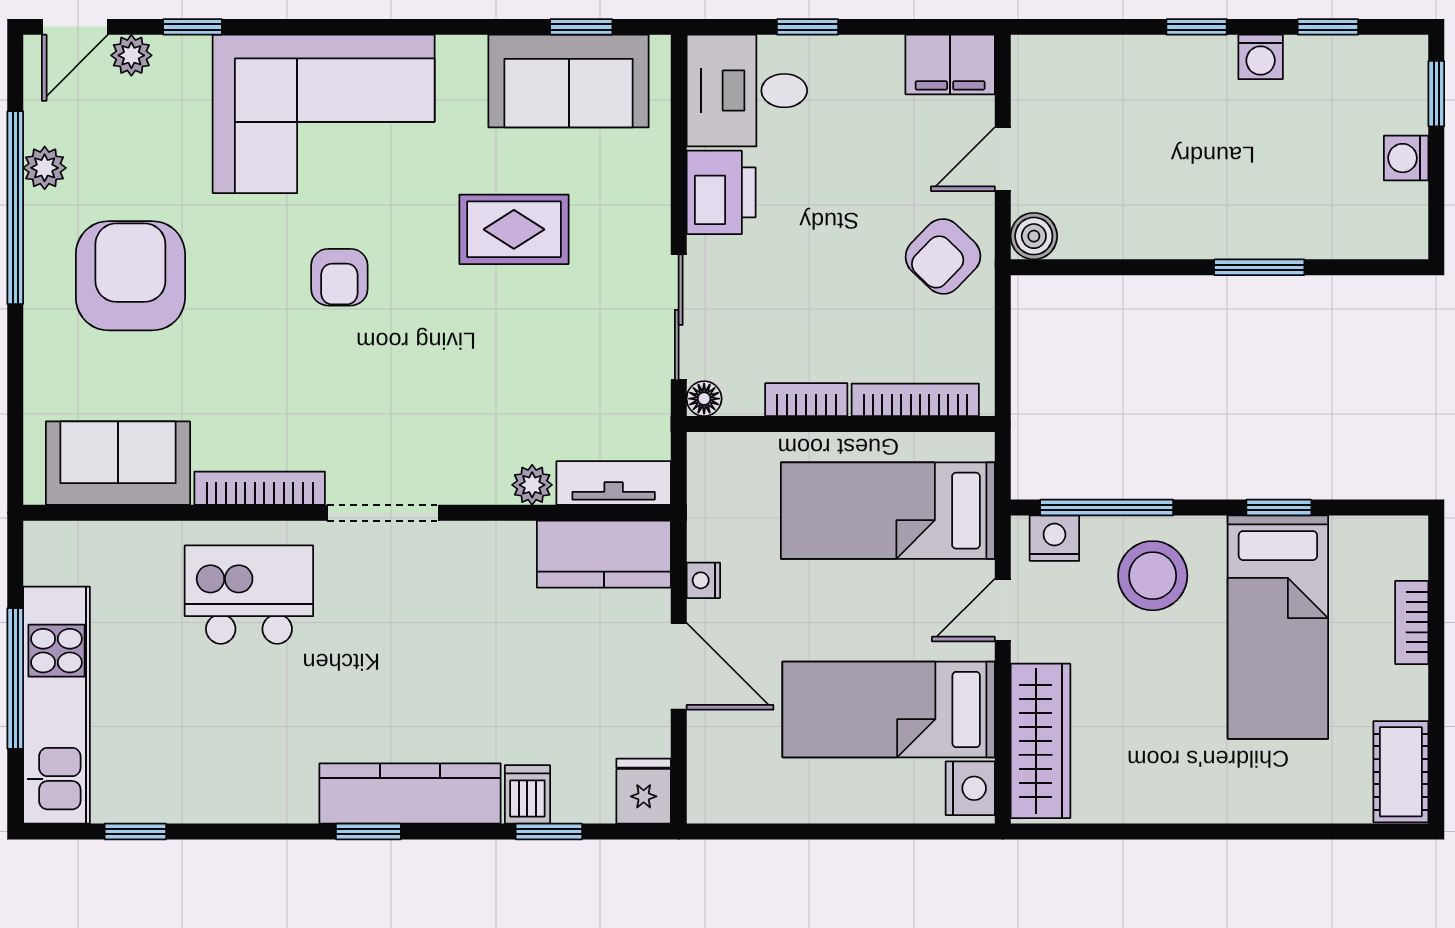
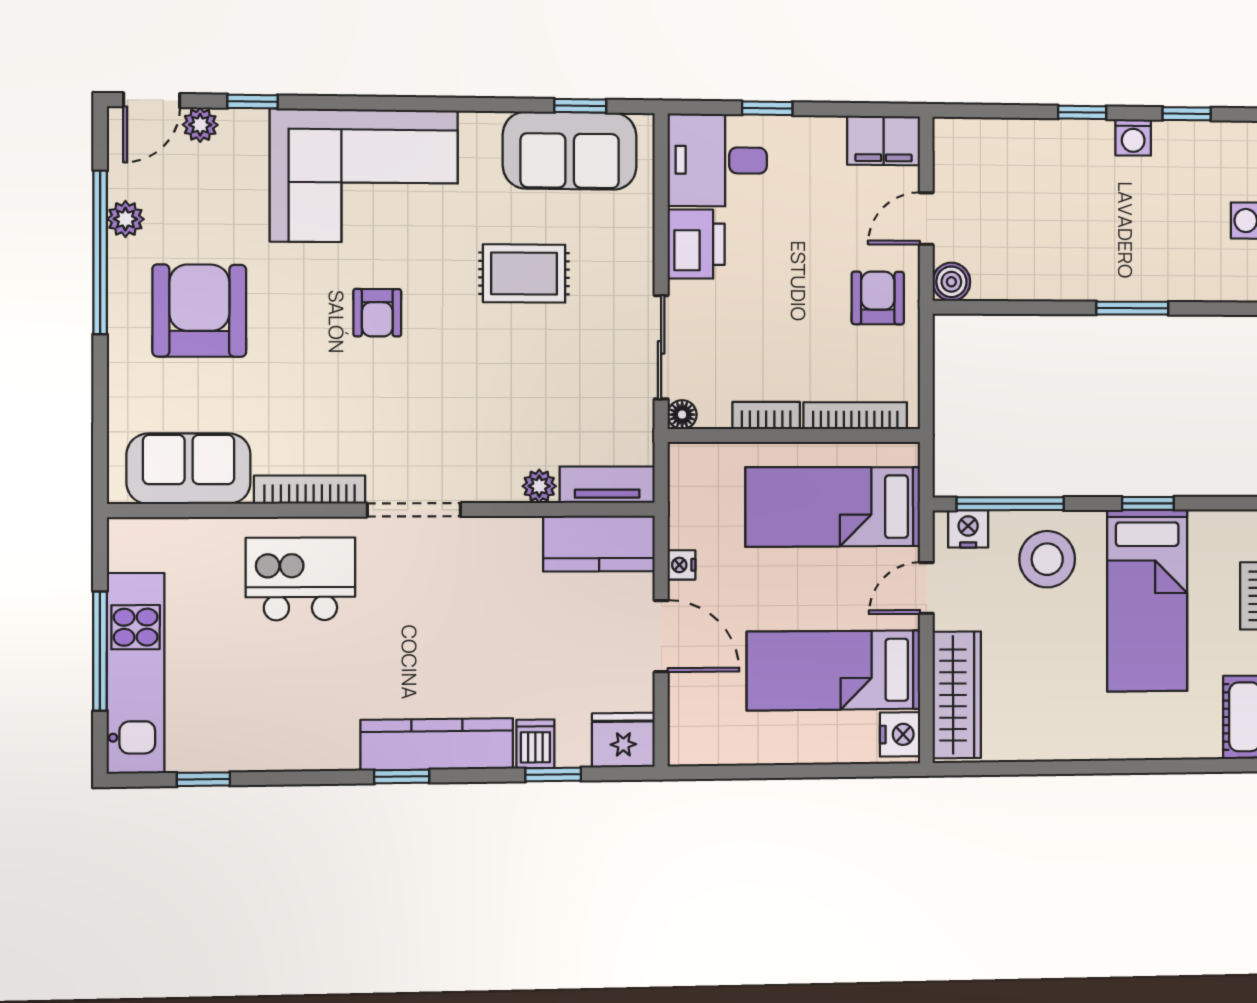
armchair: (943, 256) -> (878, 298), turned 136
fridge: (644, 791) -> (623, 740), width x1.38

